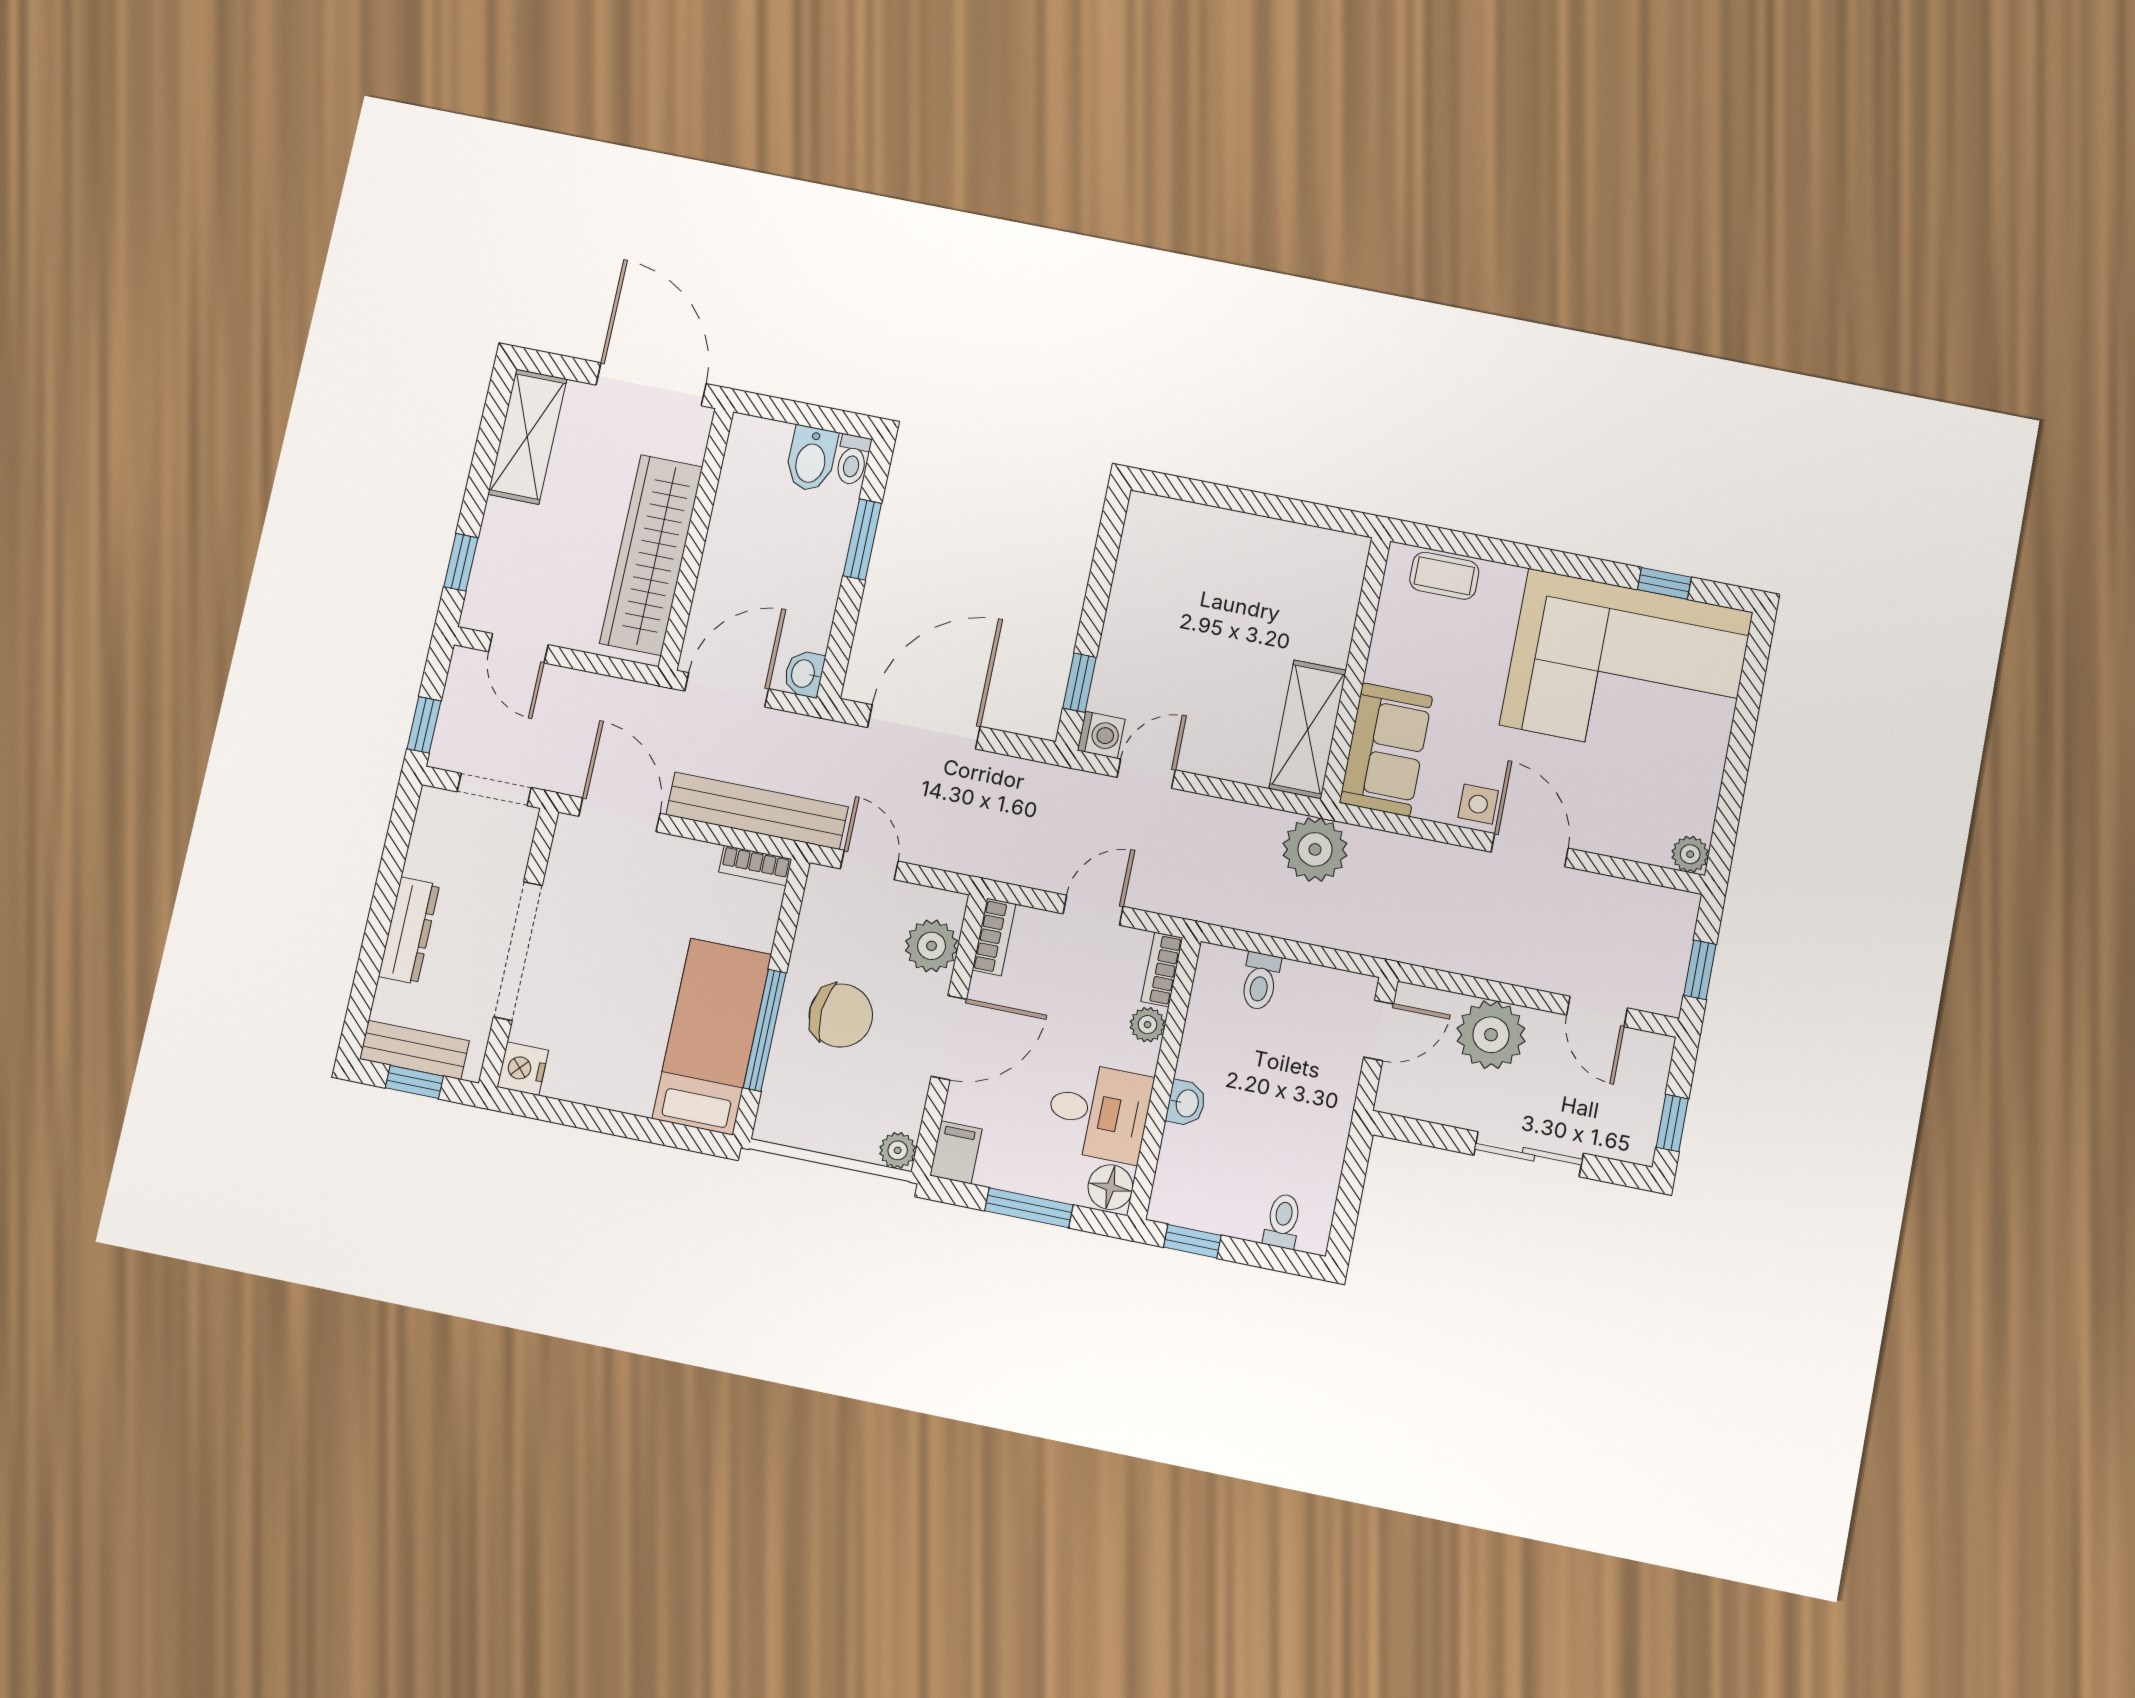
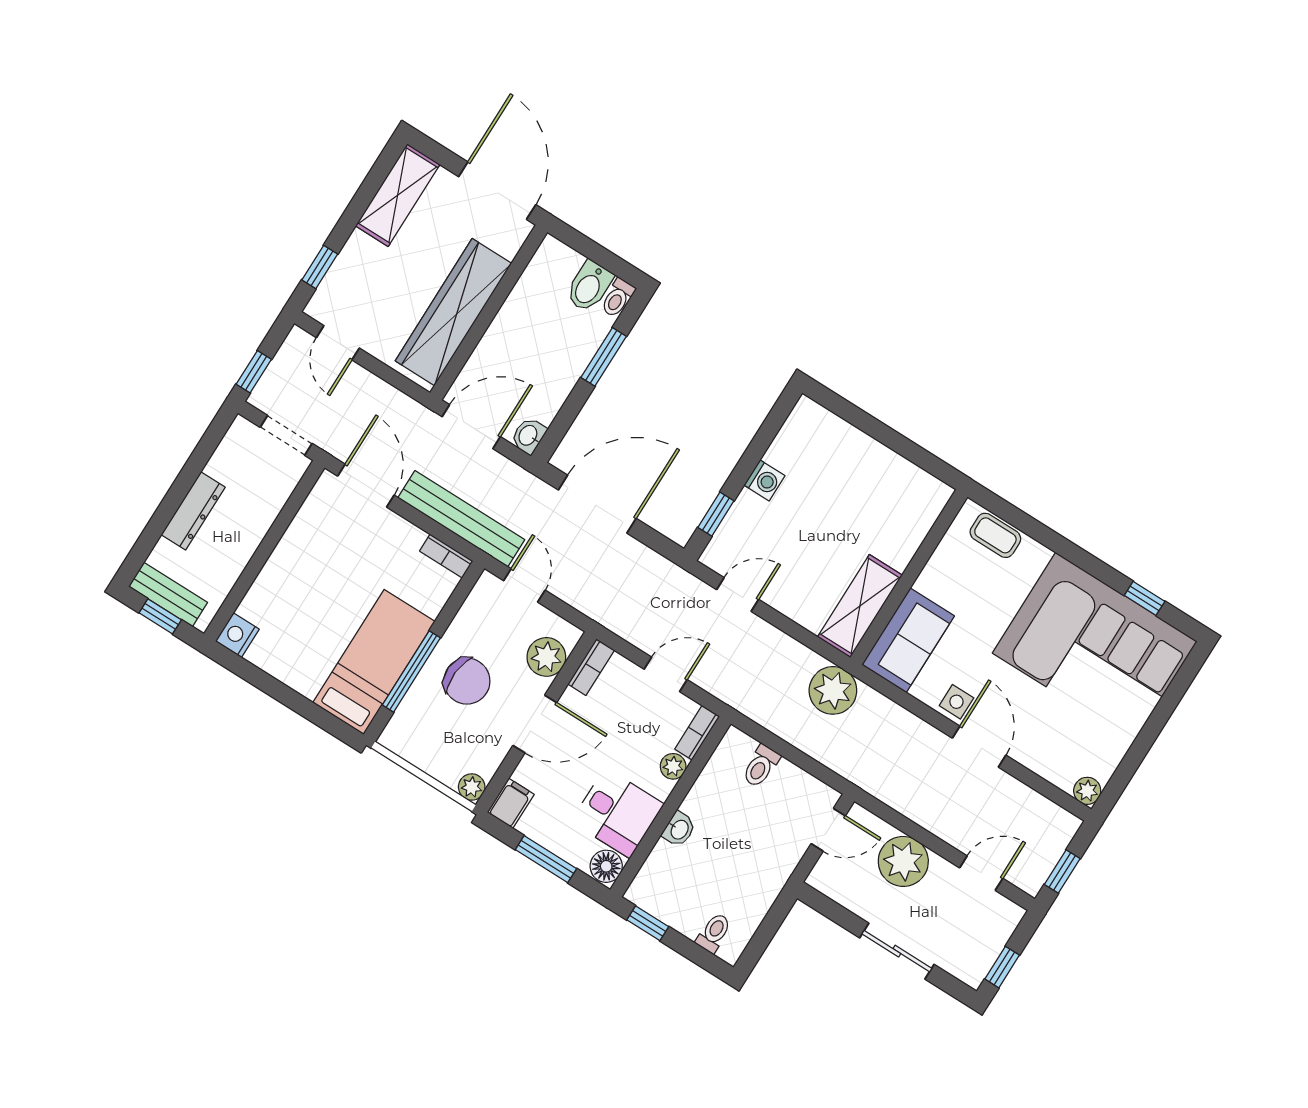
washing machine: (1101, 735) -> (765, 480), moved
doorway: (518, 951) -> (263, 553), removed
door: (1597, 1012) -> (981, 873), swing flipped

